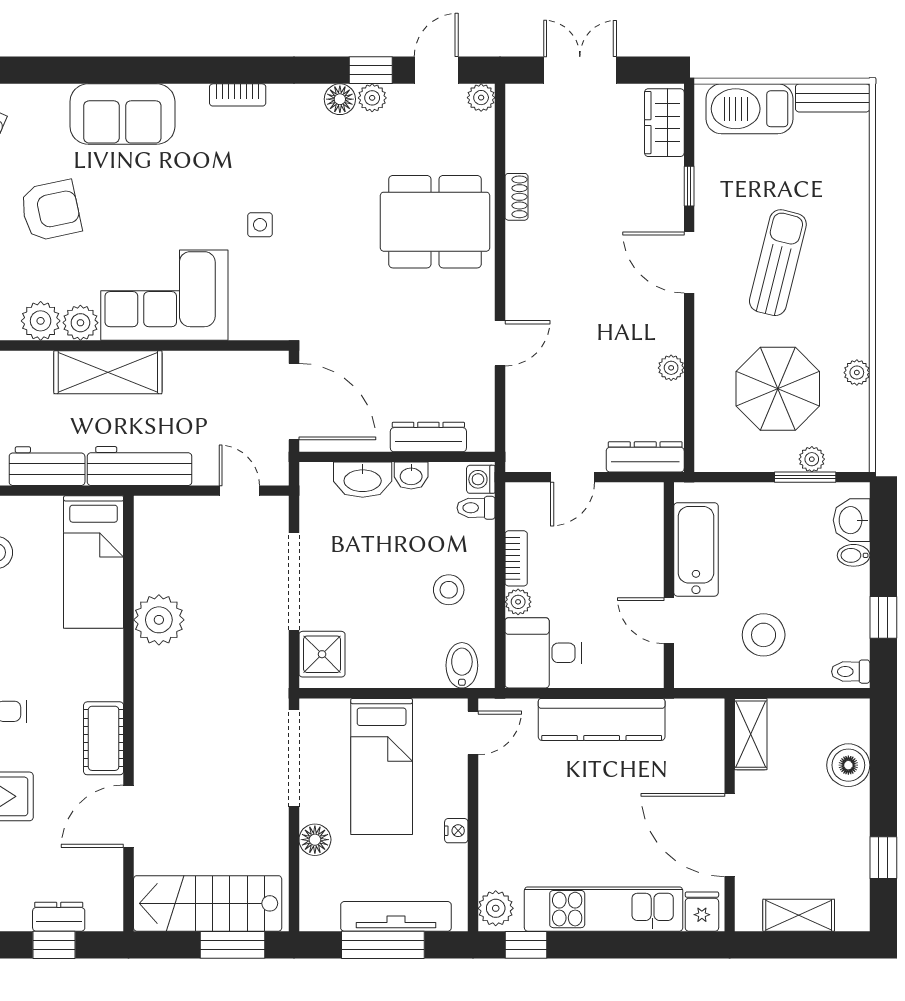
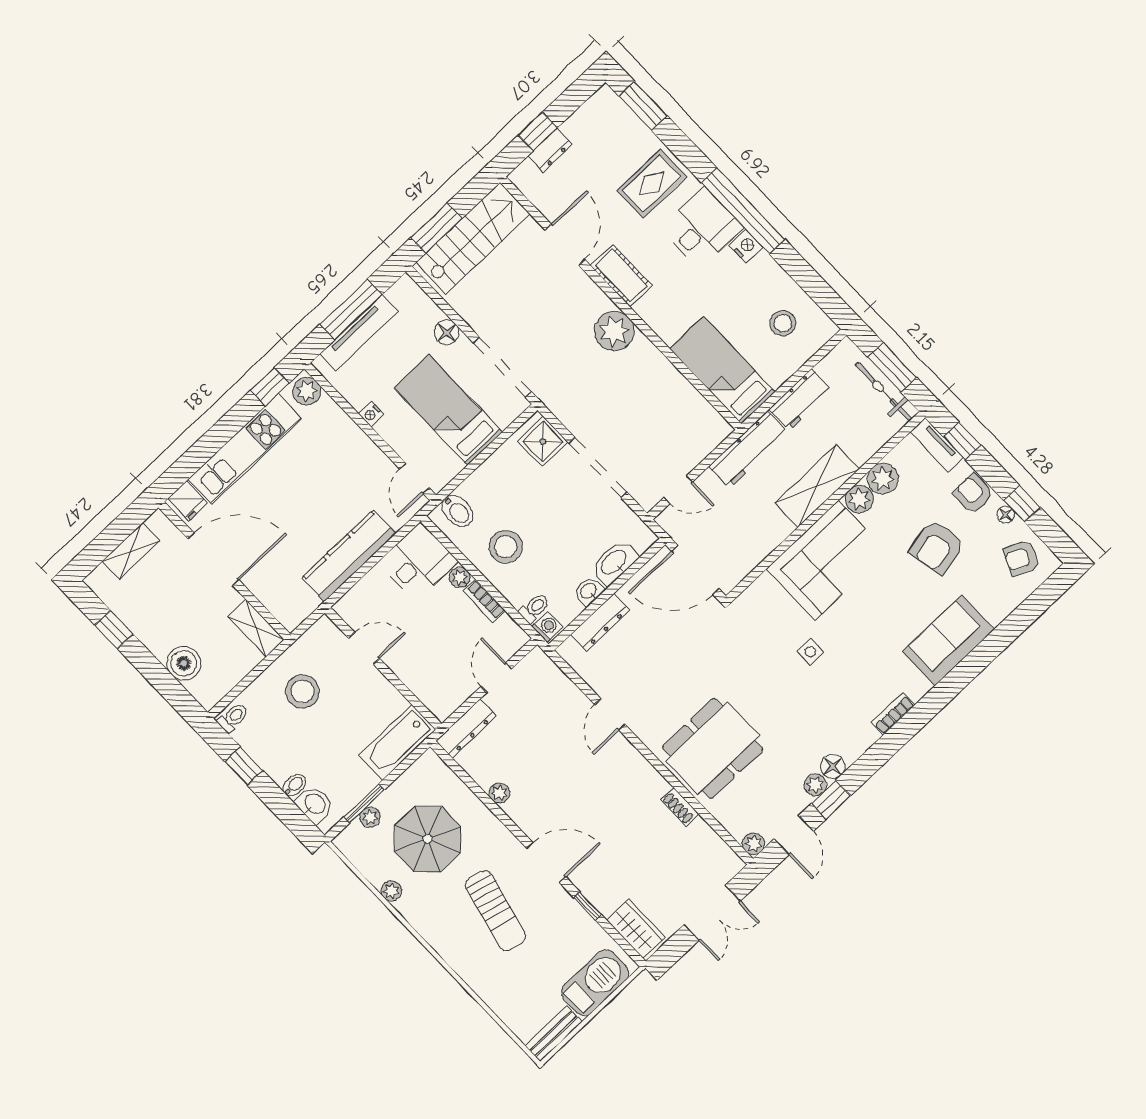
bathtub: (696, 549) -> (397, 742), moved, turned 90
stool: (449, 590) -> (506, 547), width x1.38, depth x1.38
plant: (159, 620) -> (614, 331), moved

